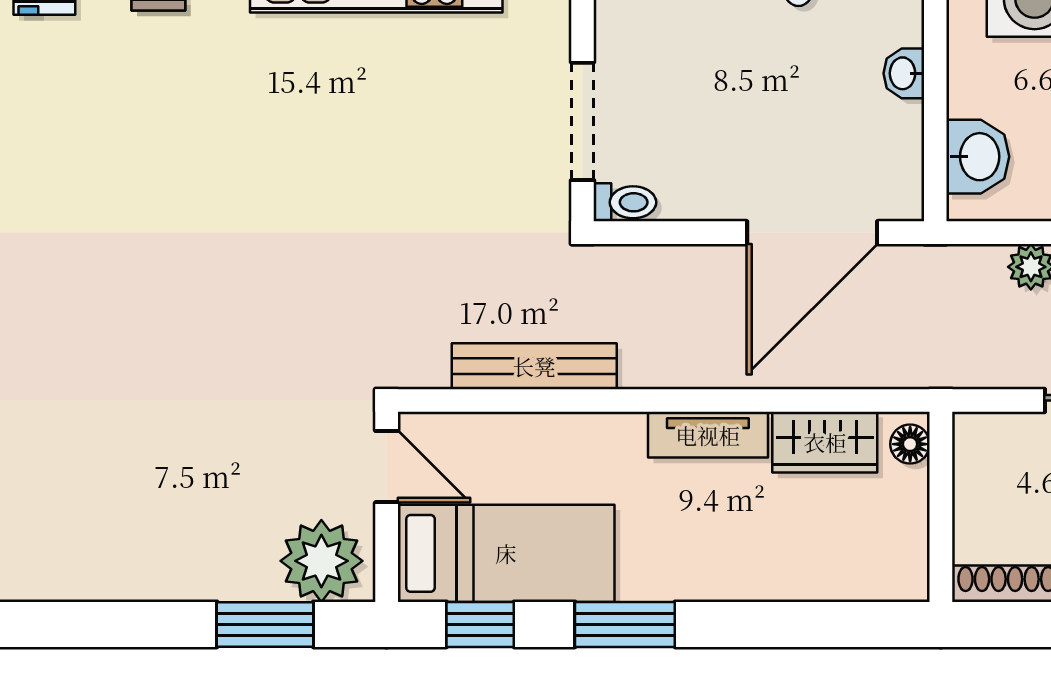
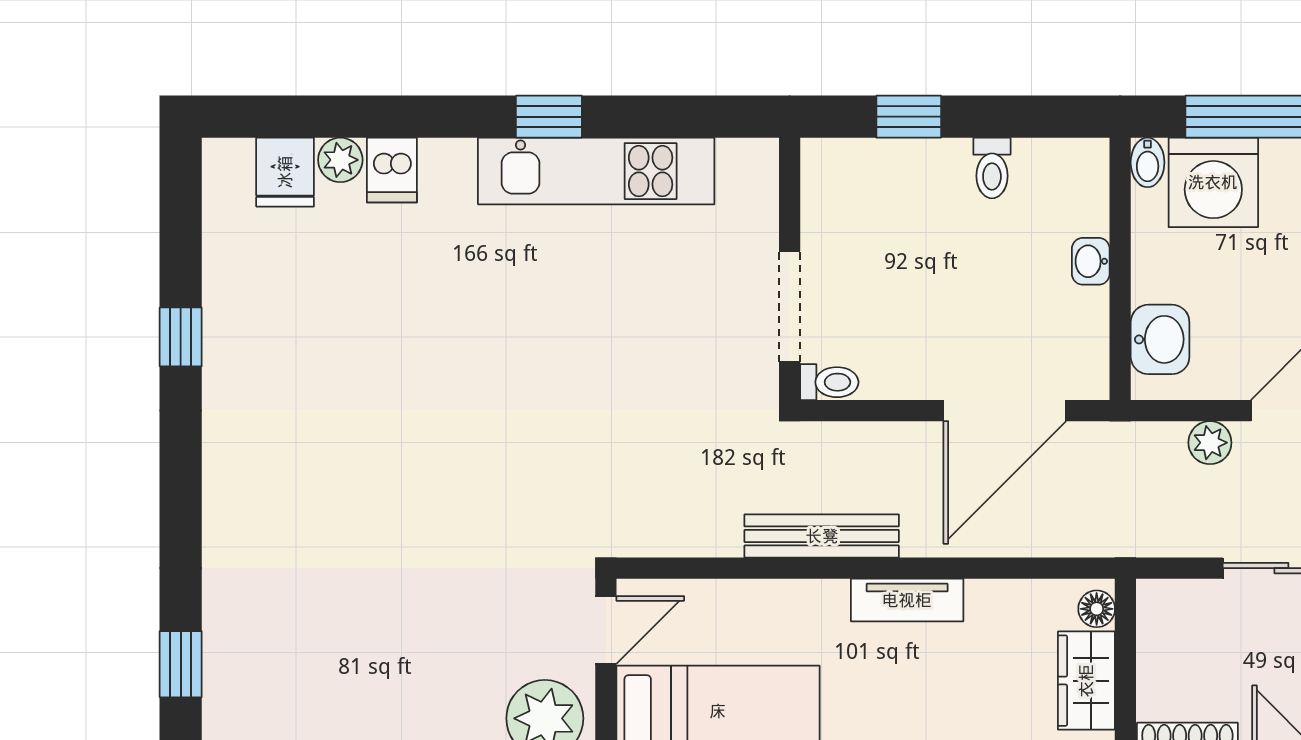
bench: (534, 366) -> (822, 536), moved
wardrobe: (825, 442) -> (1086, 681), moved, turned 90
door: (387, 467) -> (606, 630), hinge flipped

